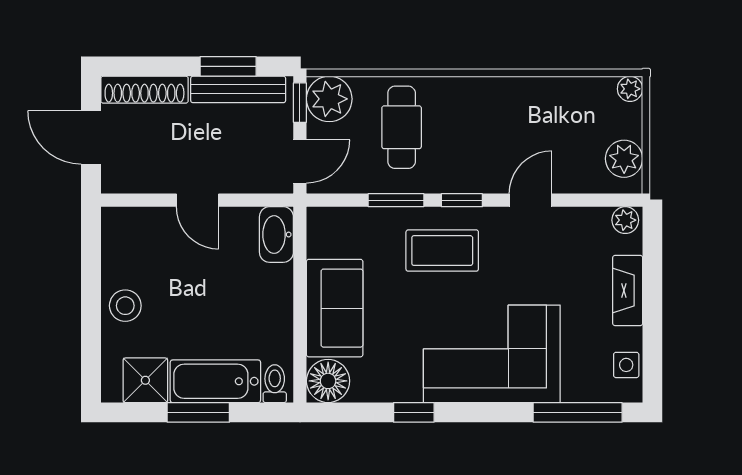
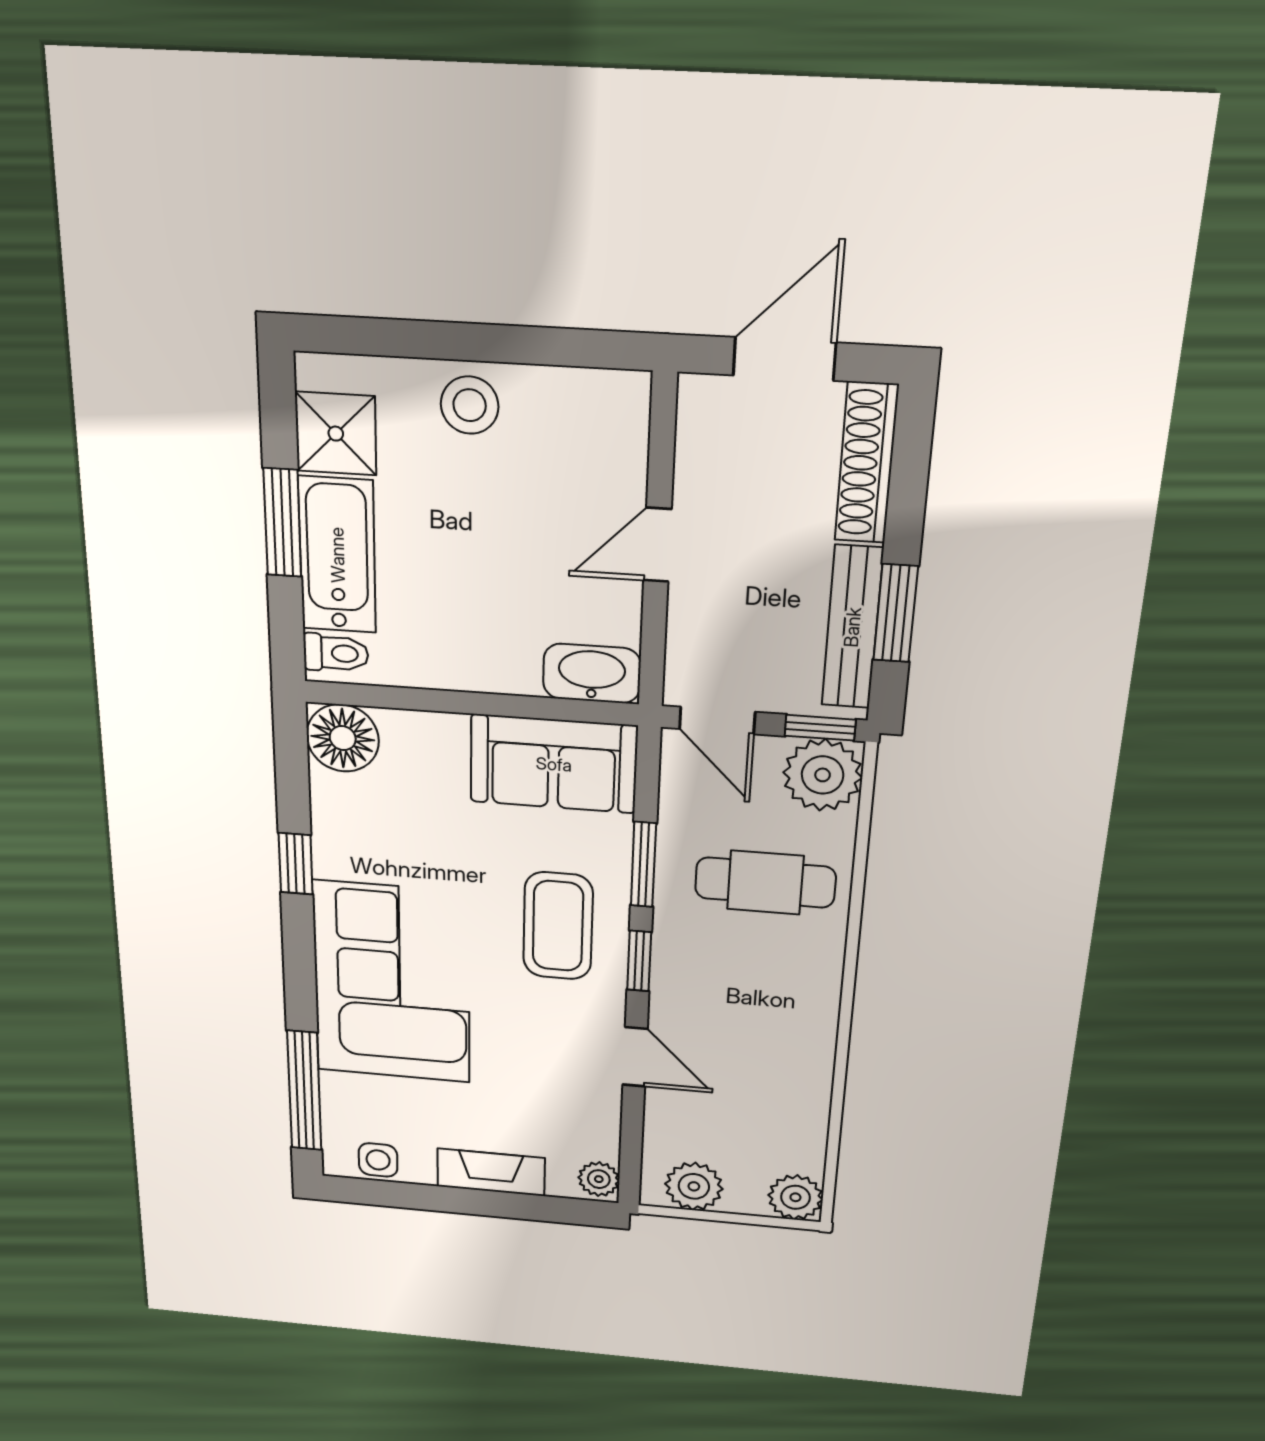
plant: (630, 89) -> (795, 1197), width x1.38, depth x1.38
sofa: (335, 308) -> (554, 764), moved

